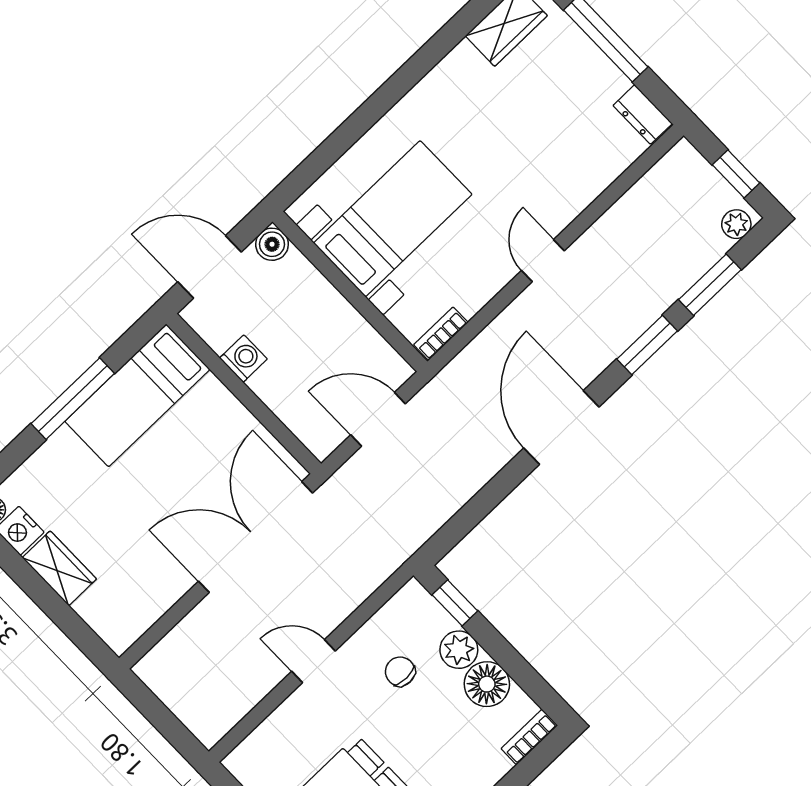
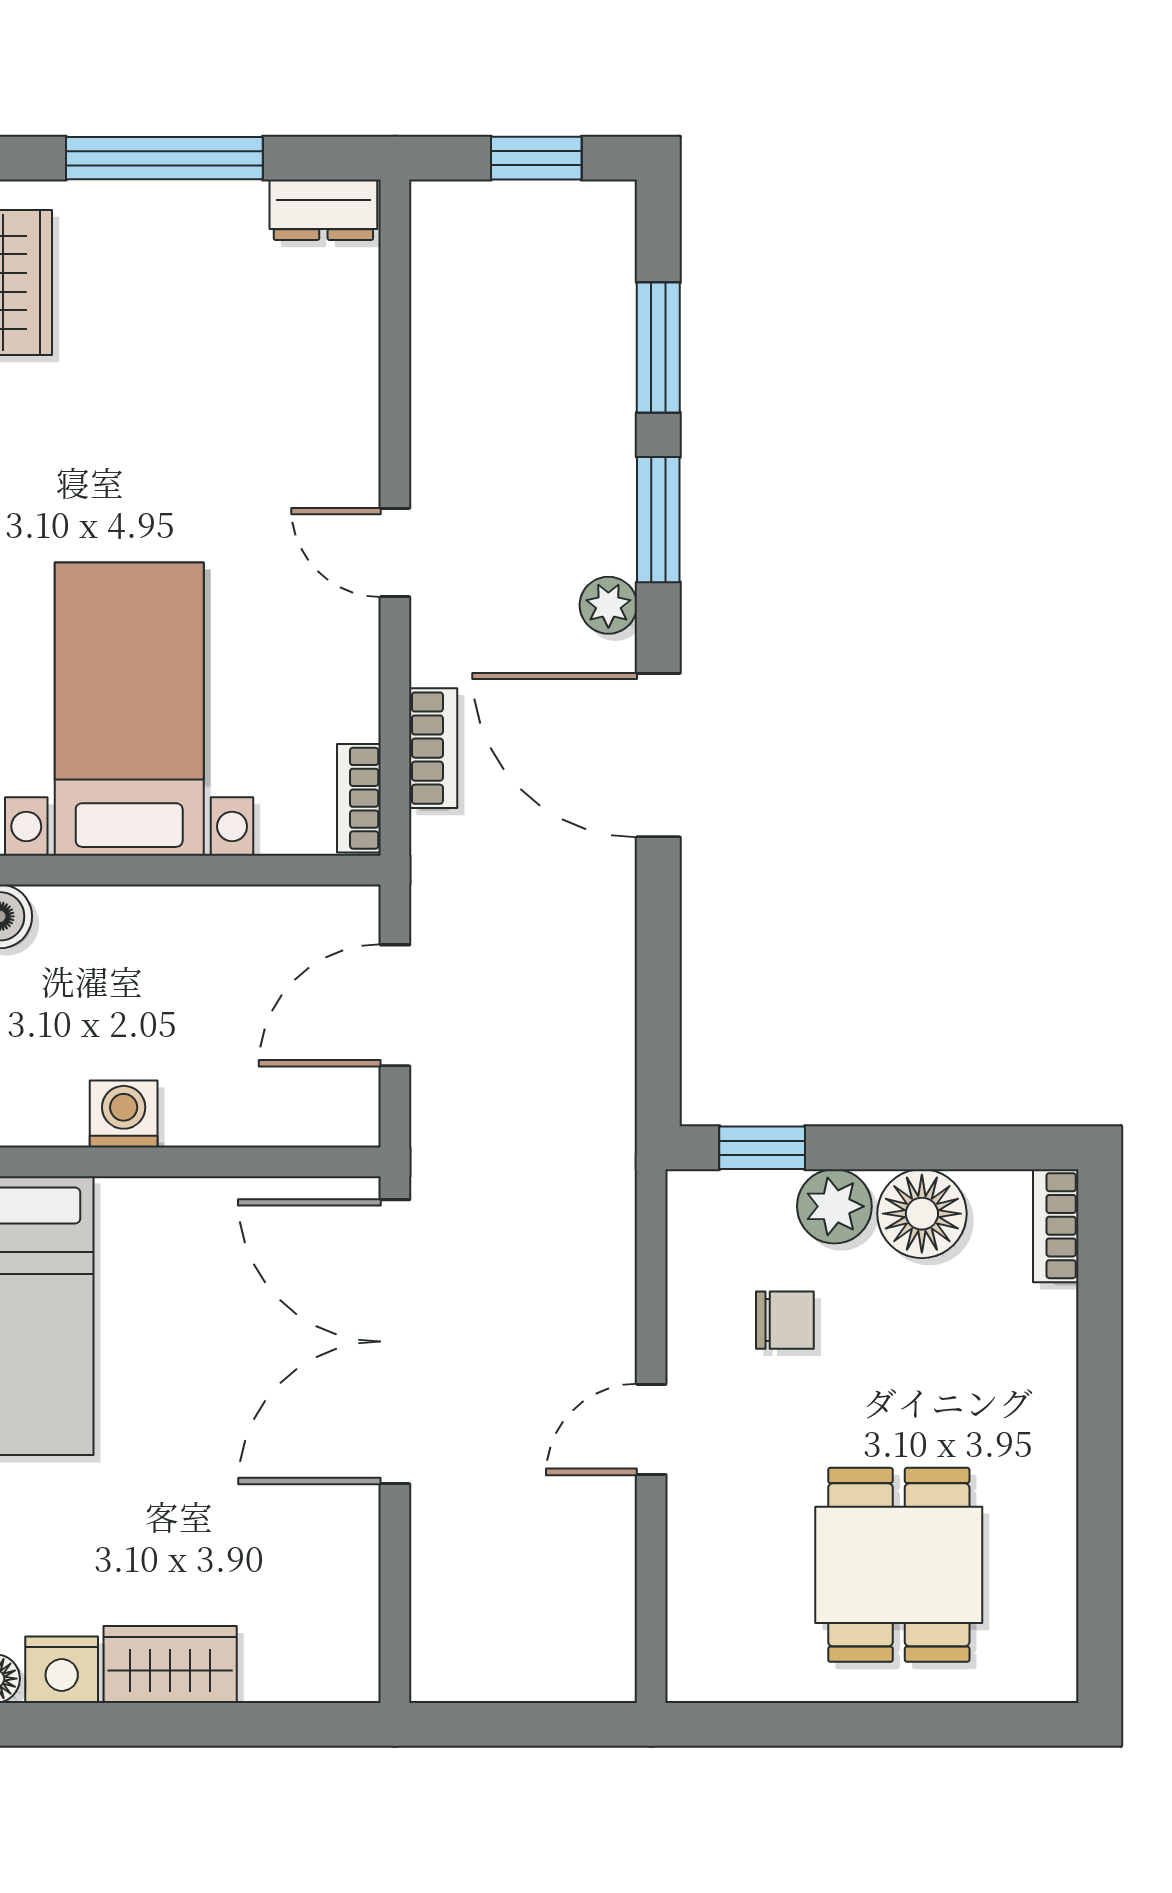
plant: (736, 224) -> (608, 605), moved
bookcase: (485, 343) -> (433, 748), added
chair: (400, 672) -> (785, 1320), turned 180

